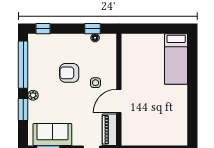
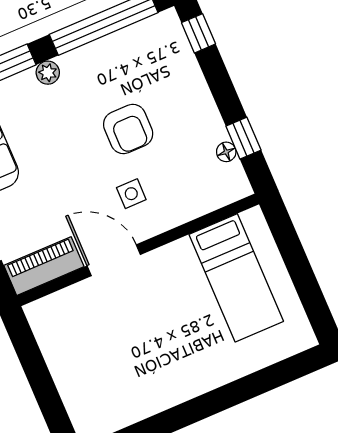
bed: (176, 59) -> (236, 278), moved, turned -90
armchair: (69, 73) -> (128, 129), turned 180

